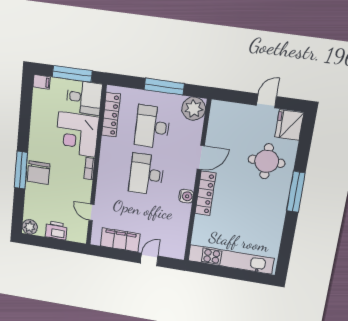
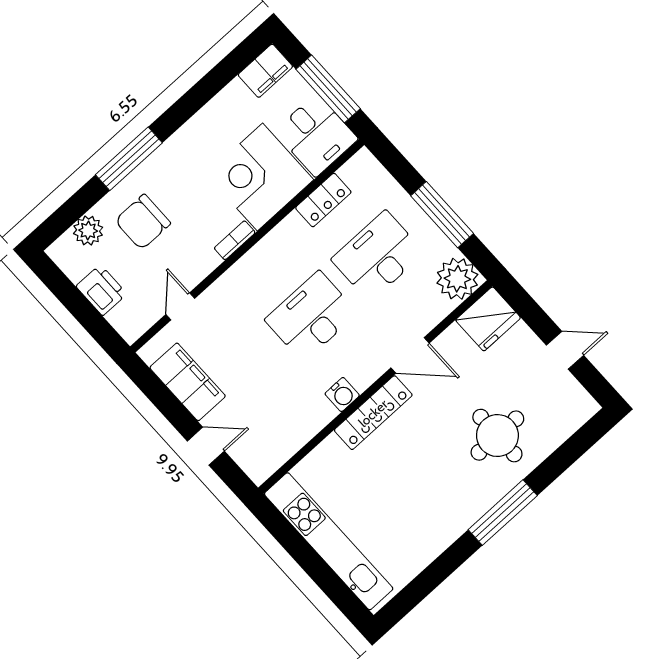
filing cabinet: (42, 82) -> (265, 71), width x2.00
locker: (111, 115) -> (323, 200), width x0.66
fridge: (289, 125) -> (488, 319), moved, turned 180
chair: (39, 173) -> (143, 222), moved
plant: (30, 227) -> (88, 231), moved

